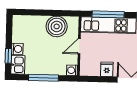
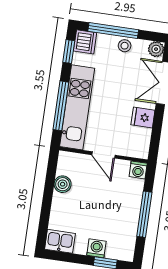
boiler: (57, 26) -> (63, 184), width x0.54, depth x0.54
kitchen sink: (18, 65) -> (60, 241), moved

